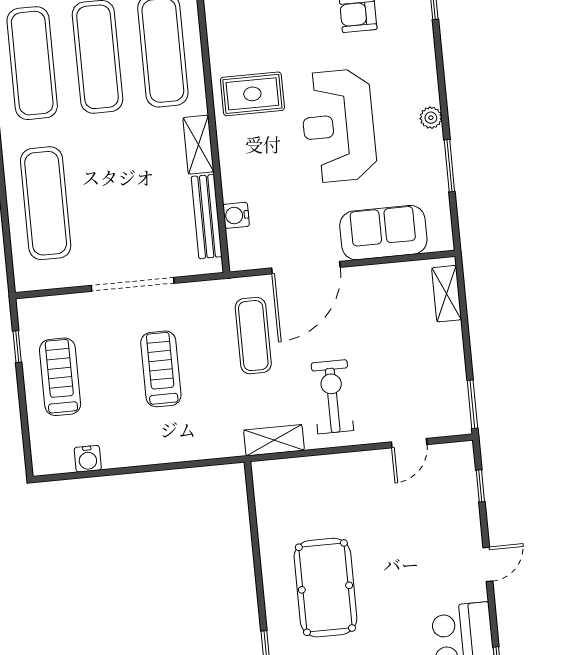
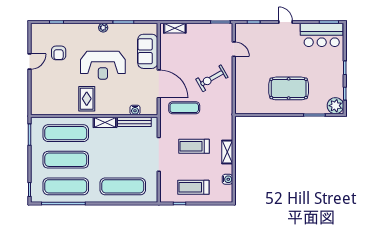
exercise bike: (332, 397) -> (212, 78), turned -30
shelving: (274, 440) -> (227, 152), moved

